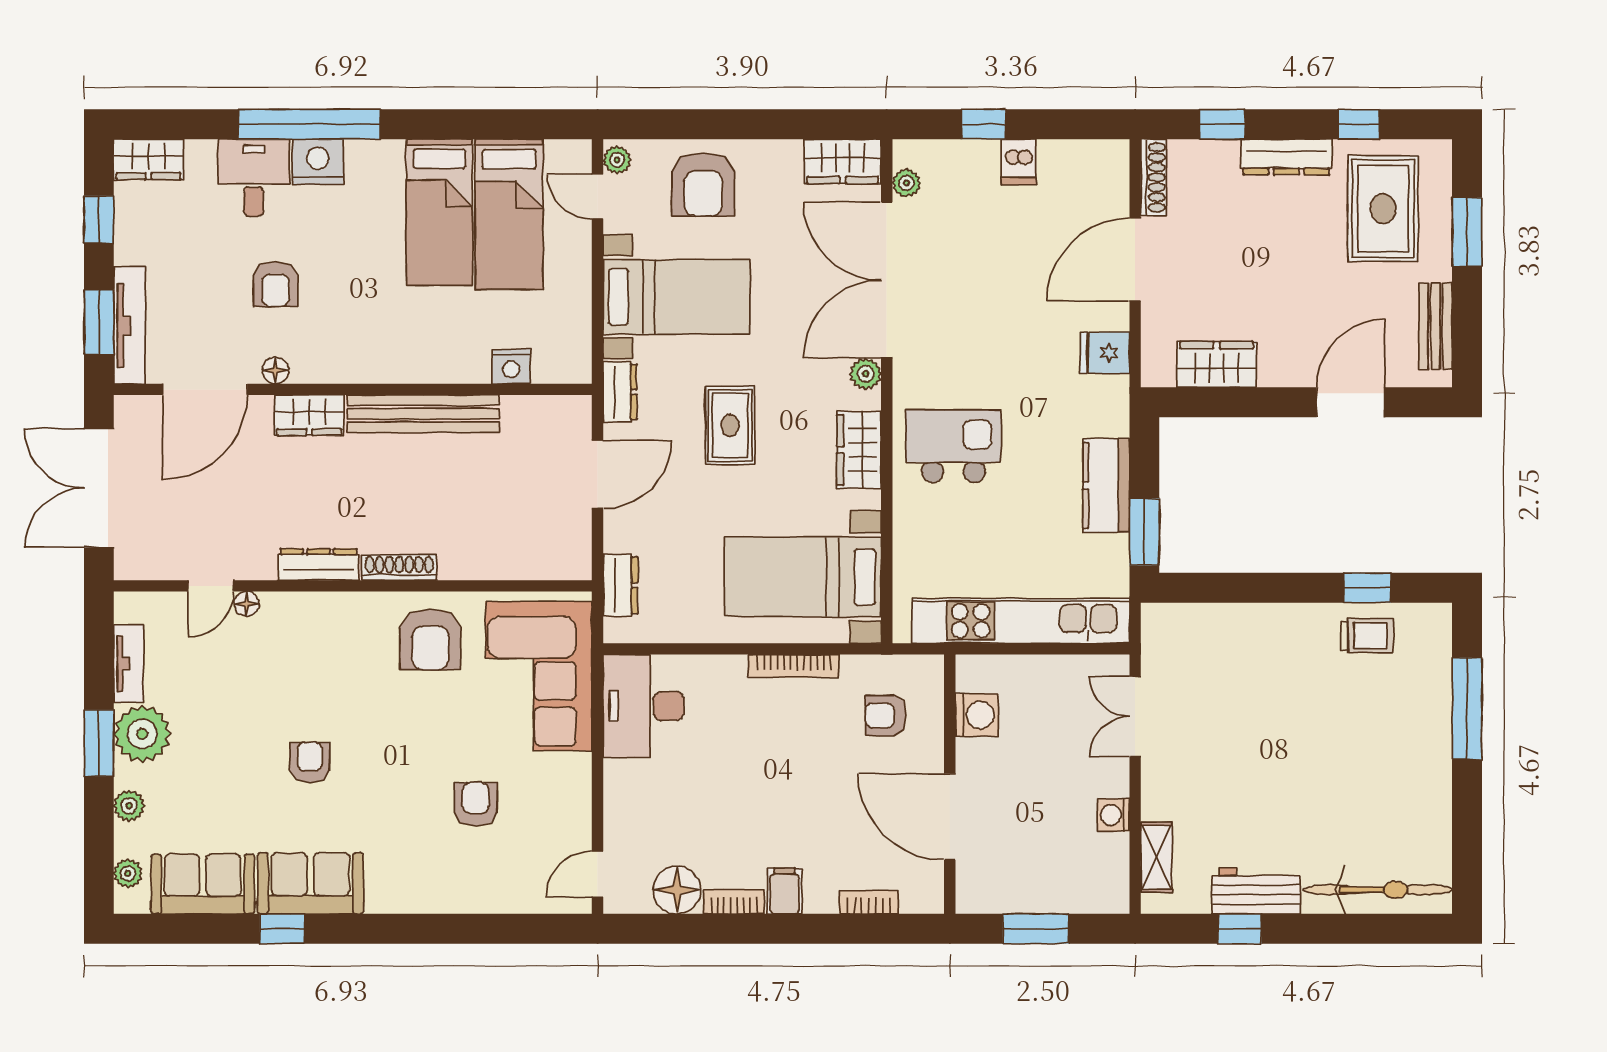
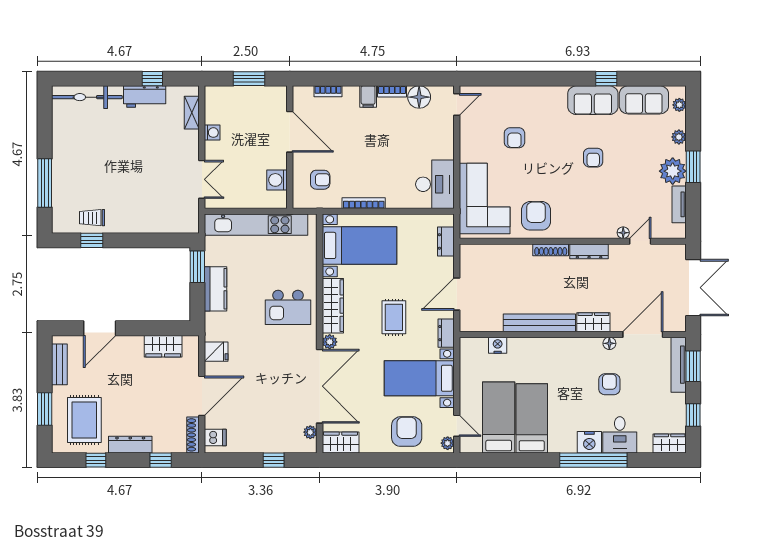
dishwasher: (1019, 162) -> (215, 438), moved, turned 90
wardrobe: (859, 450) -> (333, 306), width x1.50

